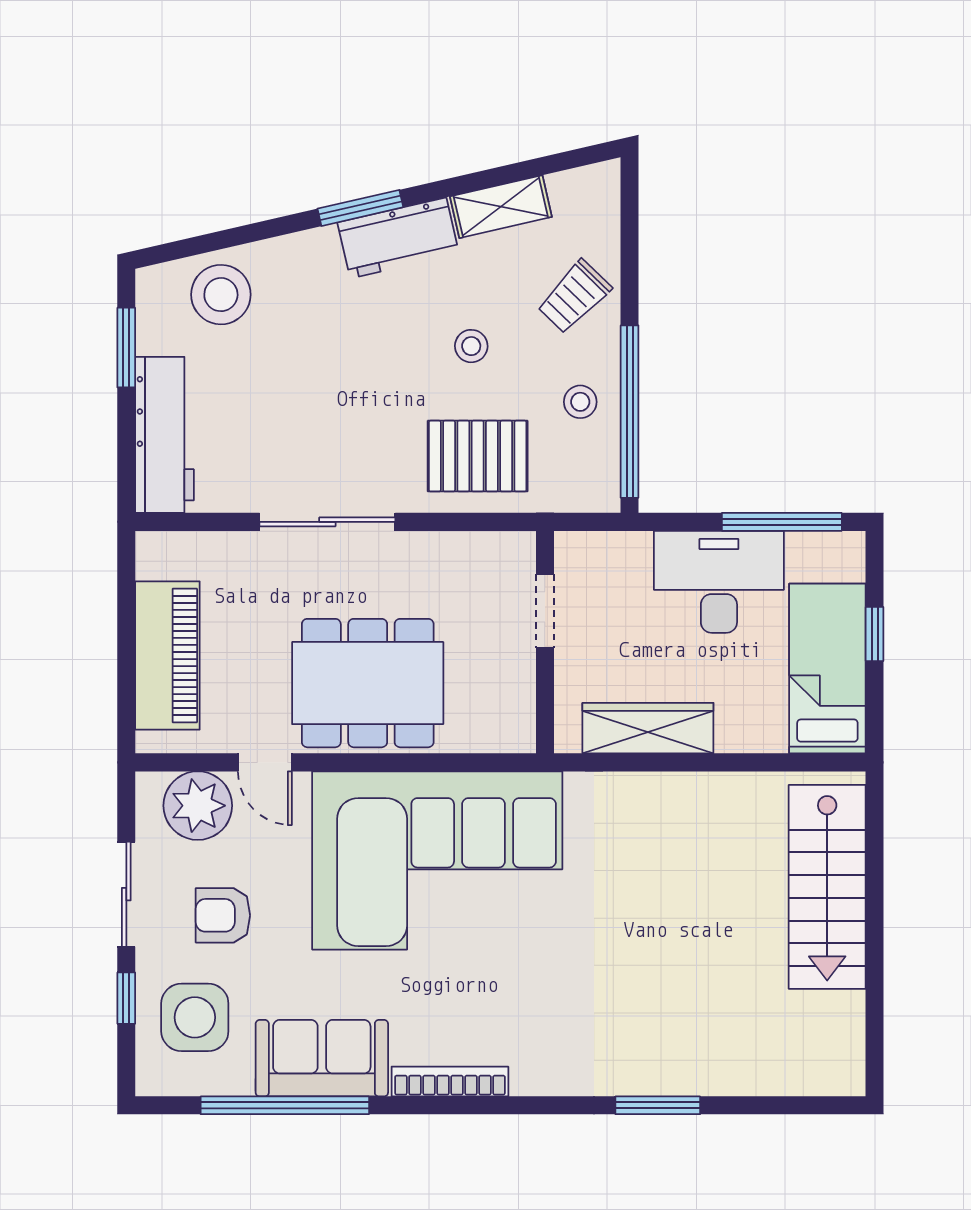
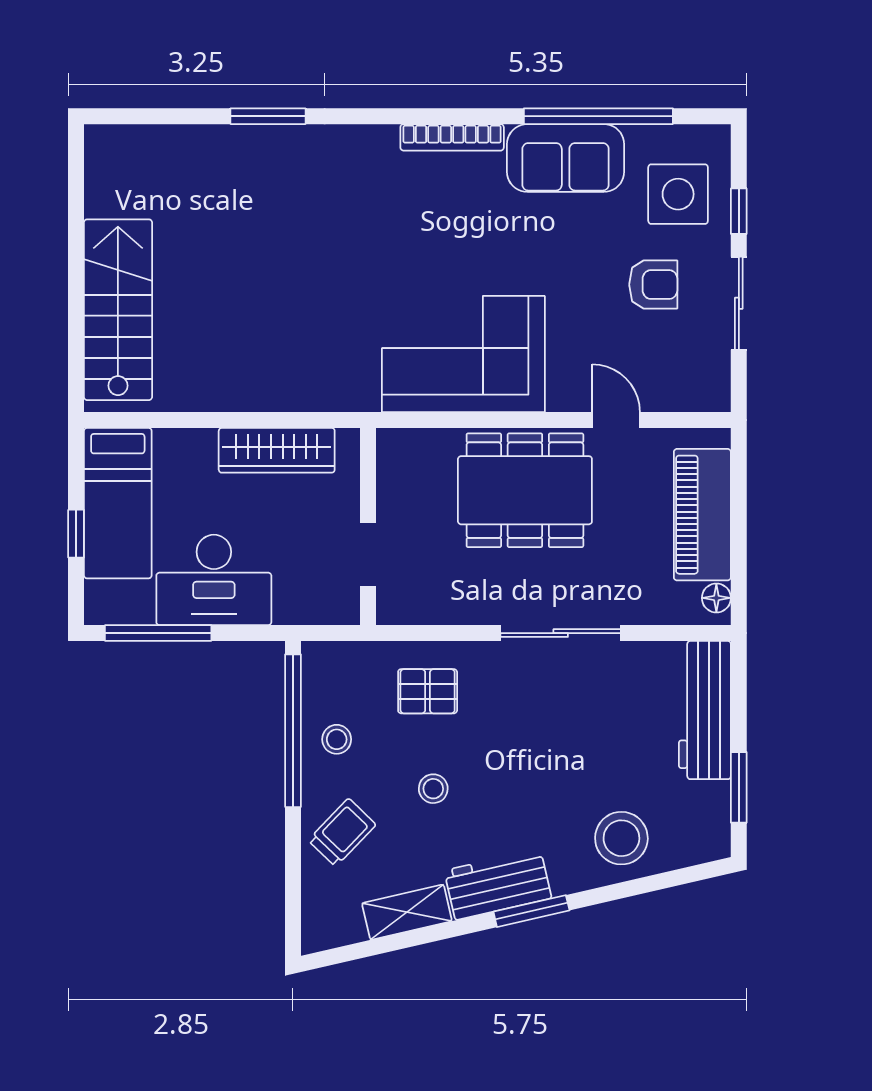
stool: (221, 295) -> (621, 838), moved
pallet: (478, 456) -> (428, 691), width x0.67, depth x0.71
floor lamp: (152, 561) -> (716, 598), added
plant: (198, 806) -> (675, 382), removed
corner sofa: (437, 860) -> (463, 354), width x0.73, depth x0.74

